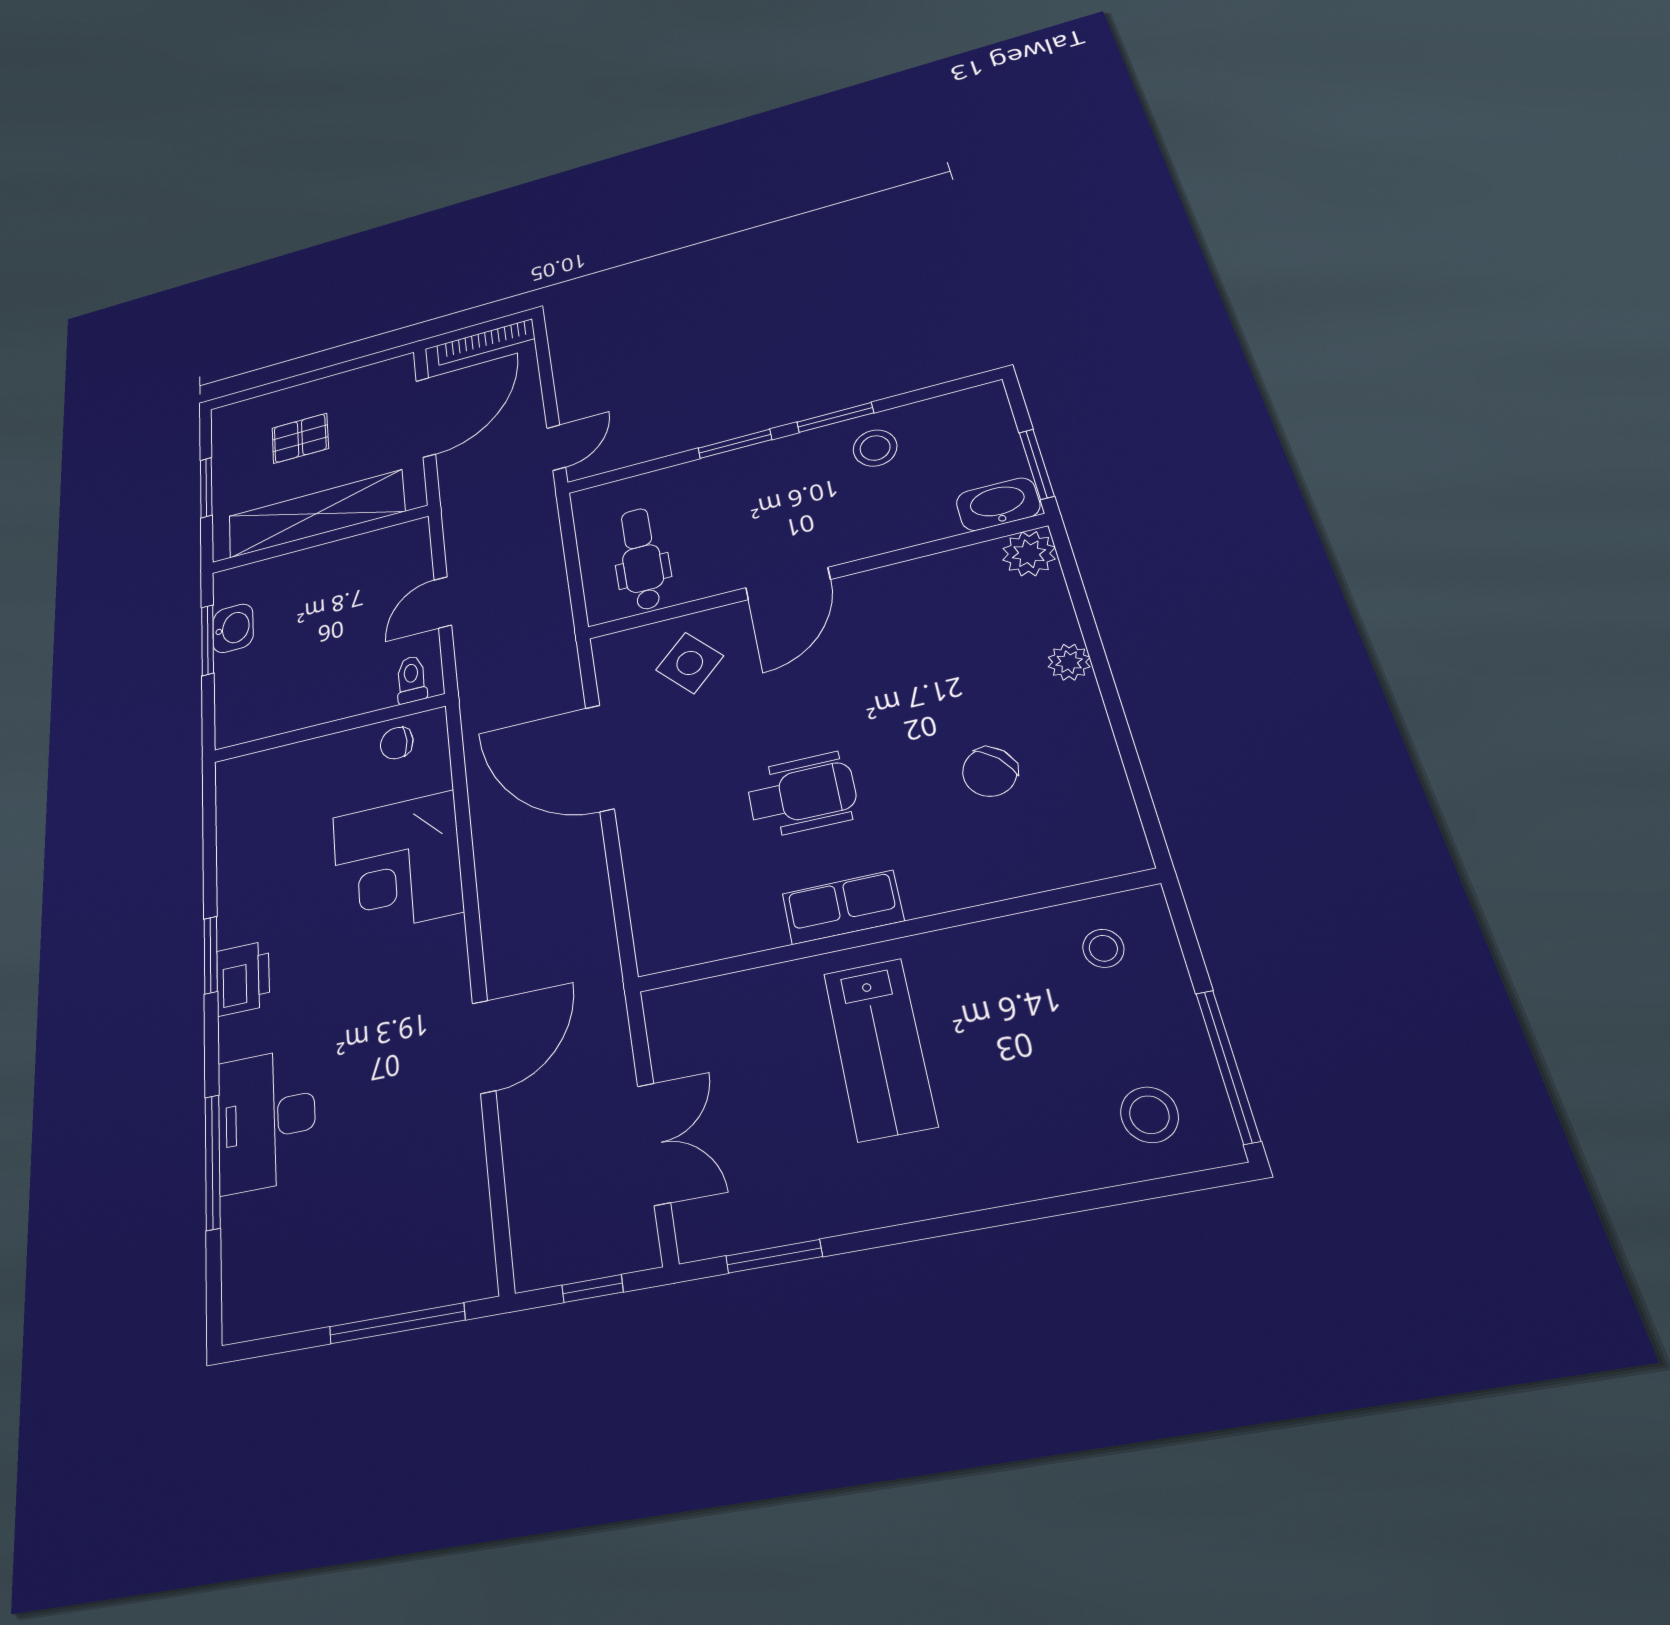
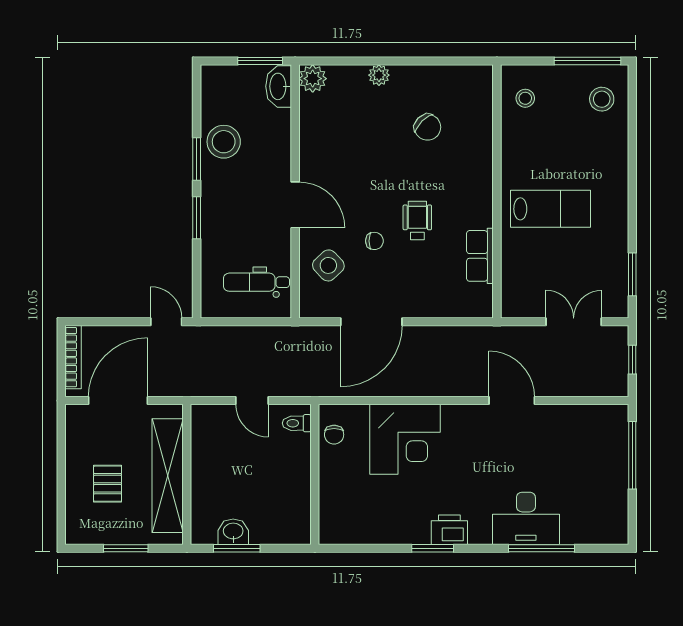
door: (426, 417) -> (118, 401), hinge flipped
stool: (875, 448) -> (224, 142), width x1.38, depth x1.38
chair: (748, 729) -> (374, 241), added
wheelchair: (802, 795) -> (417, 221), width x0.73, depth x0.73
row of seats: (843, 907) -> (480, 256), moved

